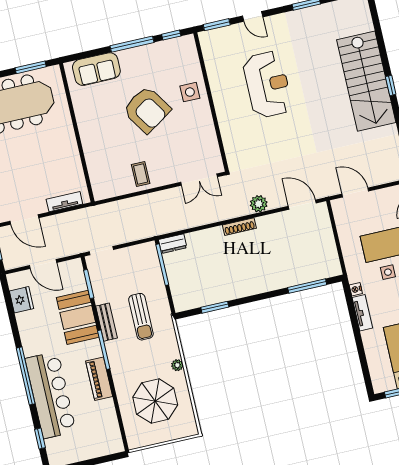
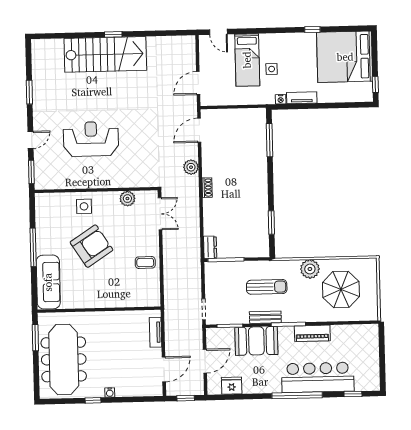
window: (171, 35) -> (32, 212), removed
sofa: (96, 69) -> (48, 282), width x1.36
plant: (209, 139) -> (127, 199), added
shoe rack: (239, 227) -> (207, 188), width x0.70
plant: (177, 365) -> (310, 269), width x1.88, depth x1.88

